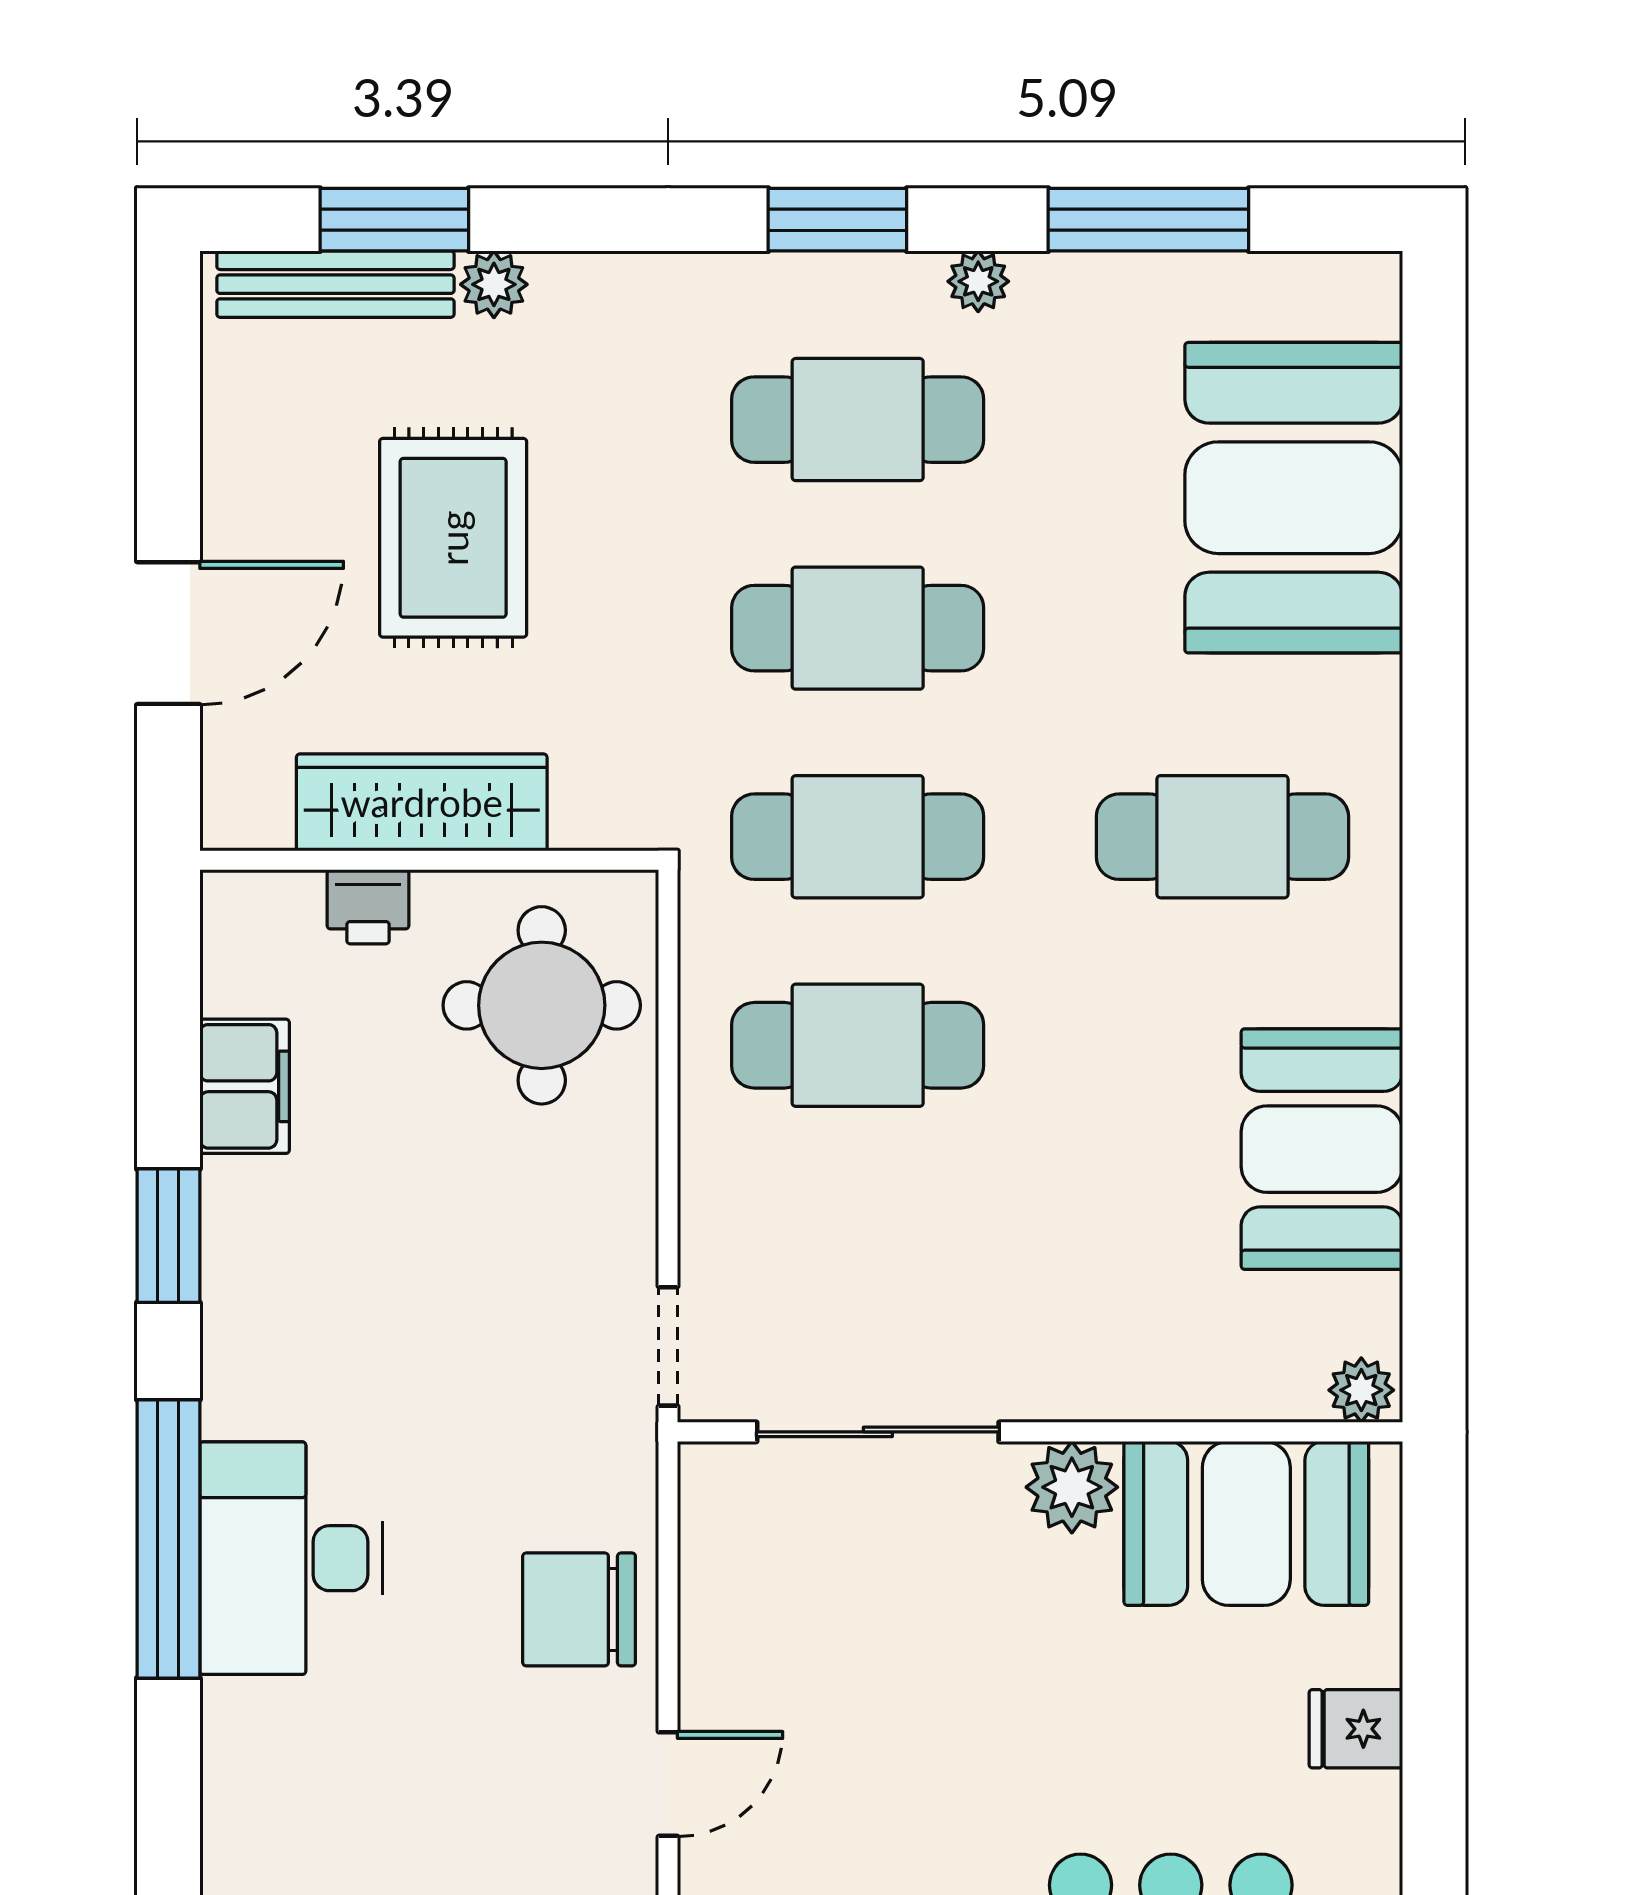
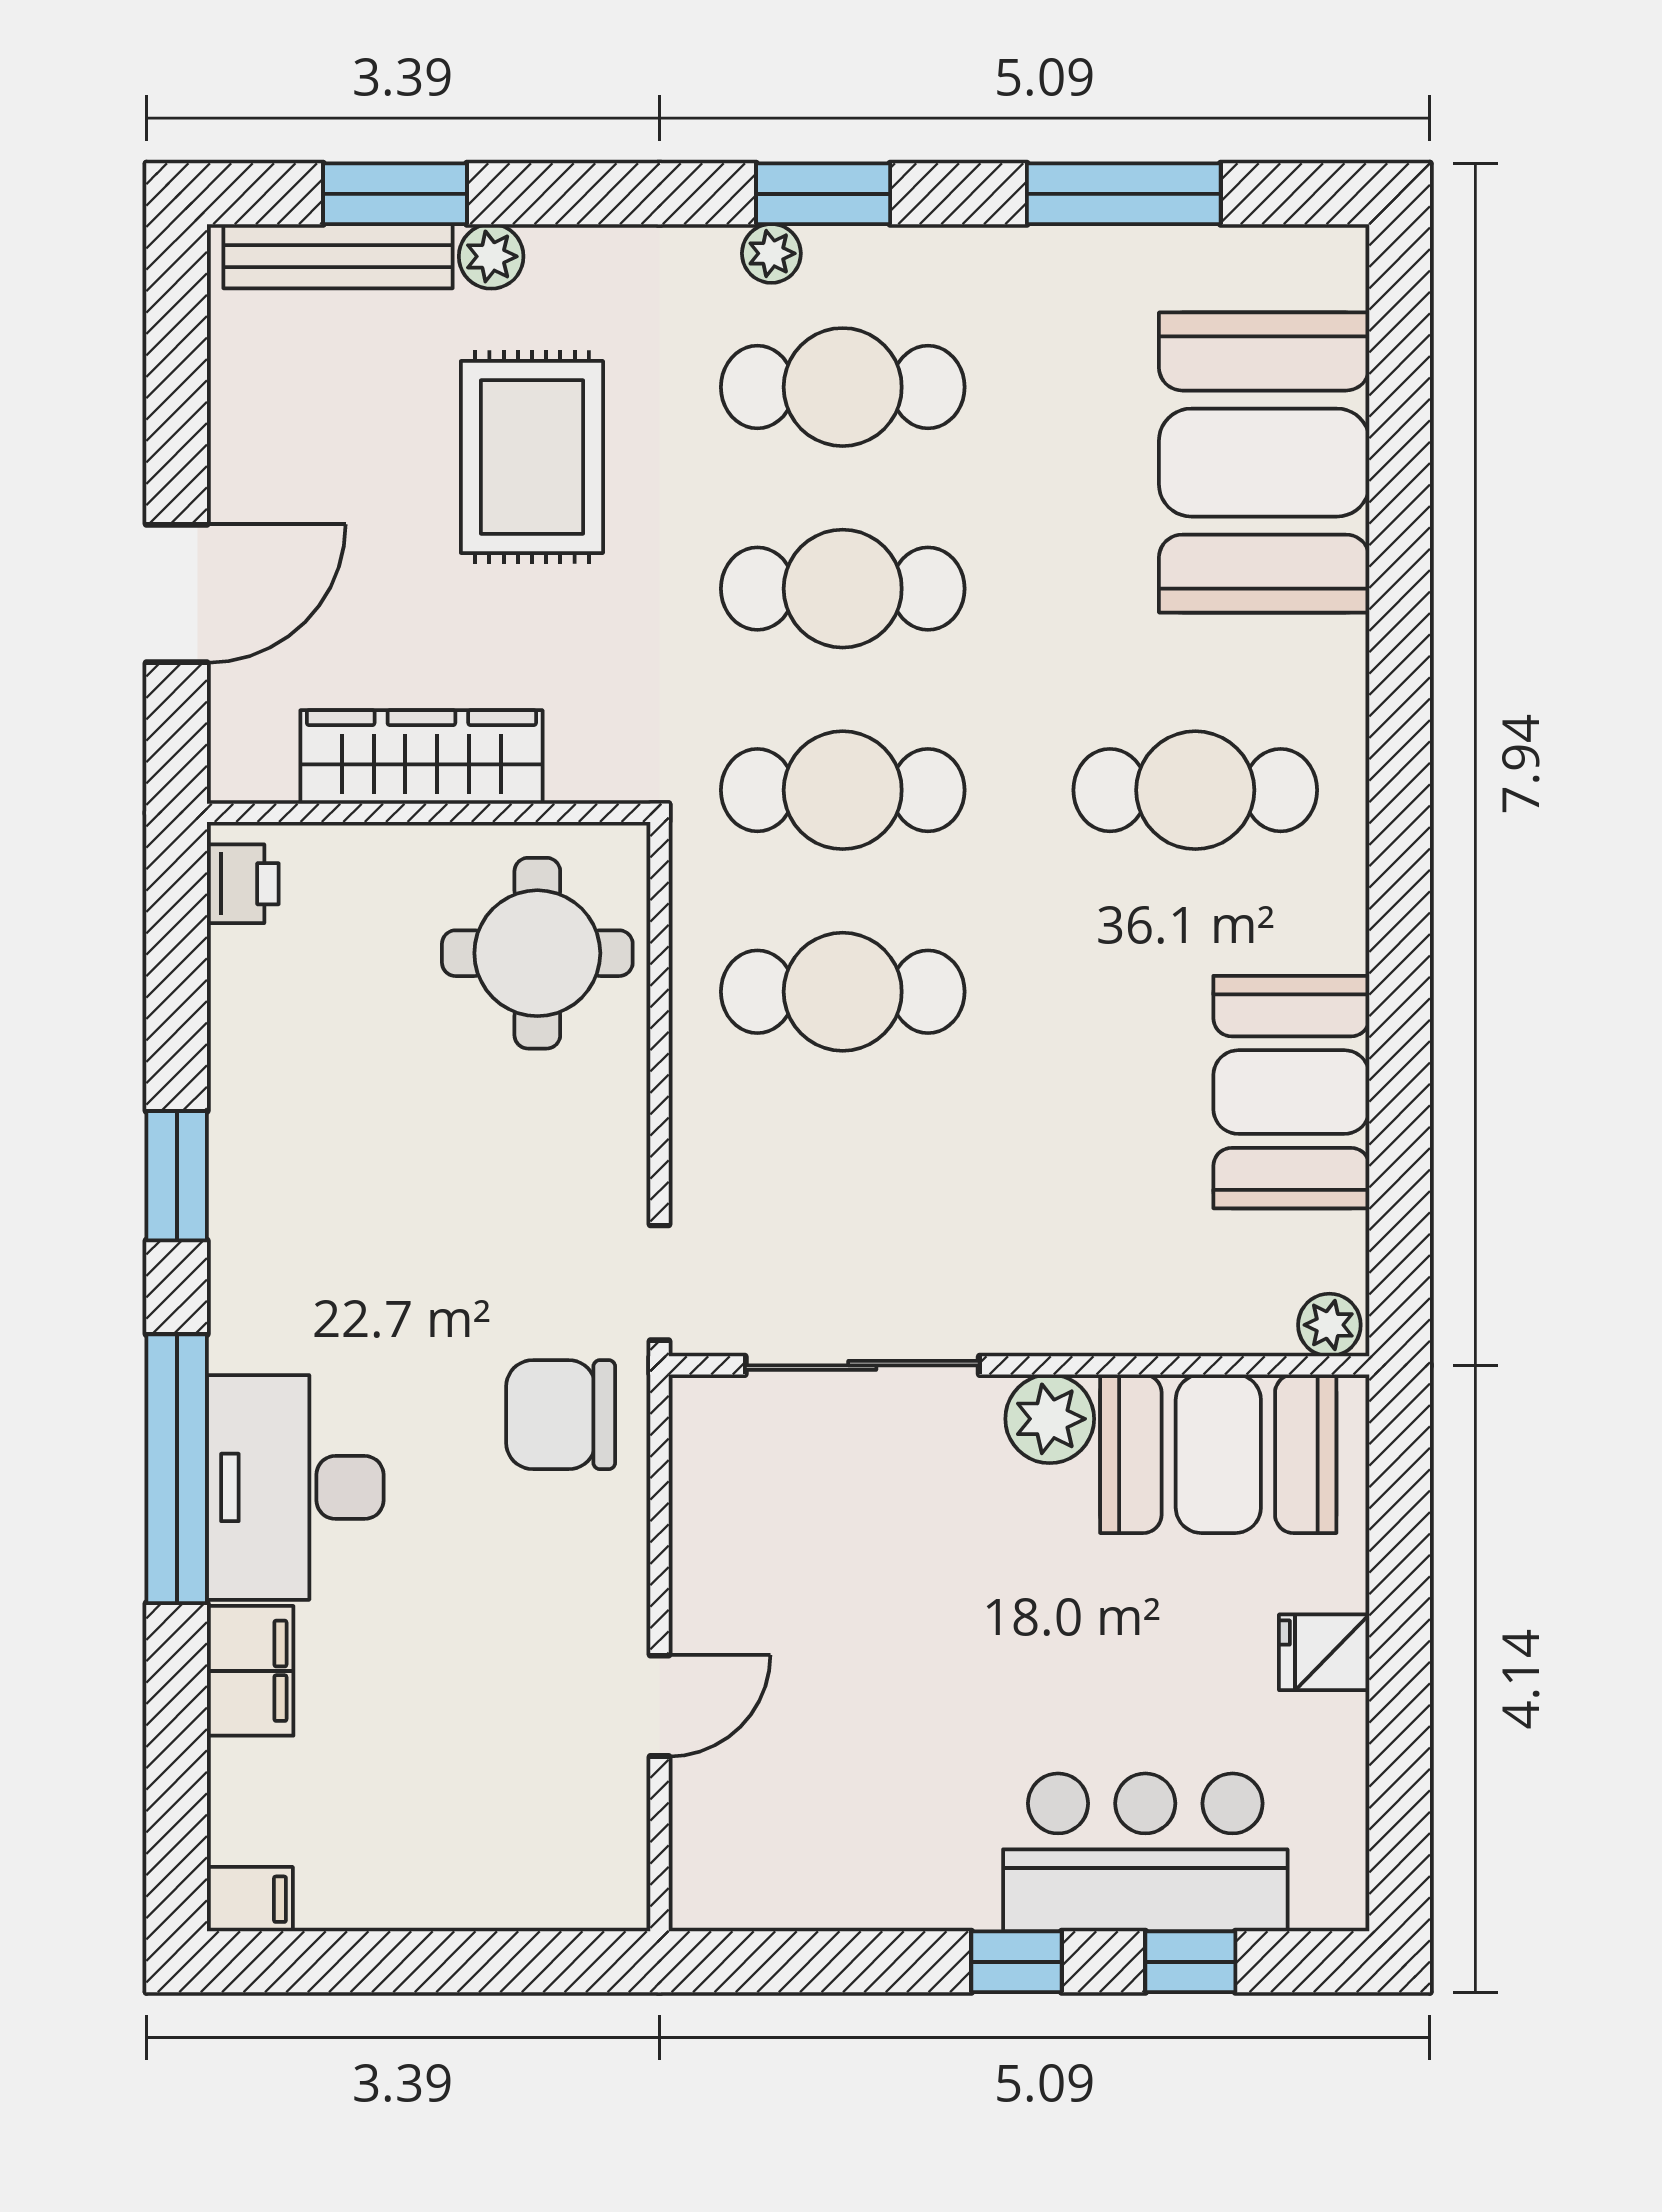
plant: (978, 281) -> (771, 253), moved
rug: (453, 538) -> (532, 457), moved
printer: (368, 907) -> (243, 884), moved, turned -90
filing cabinet: (245, 1086) -> (250, 1671), moved
chair: (579, 1609) -> (561, 1415), moved

